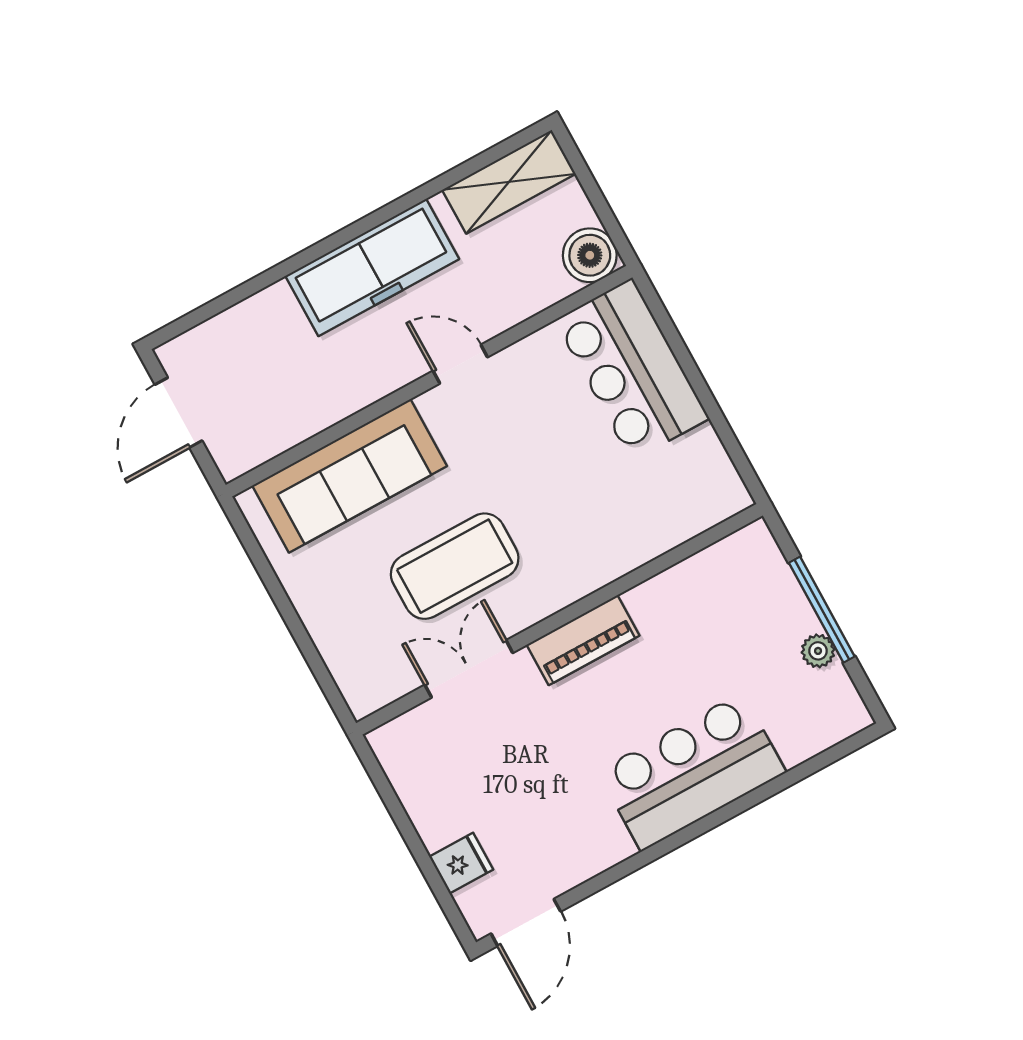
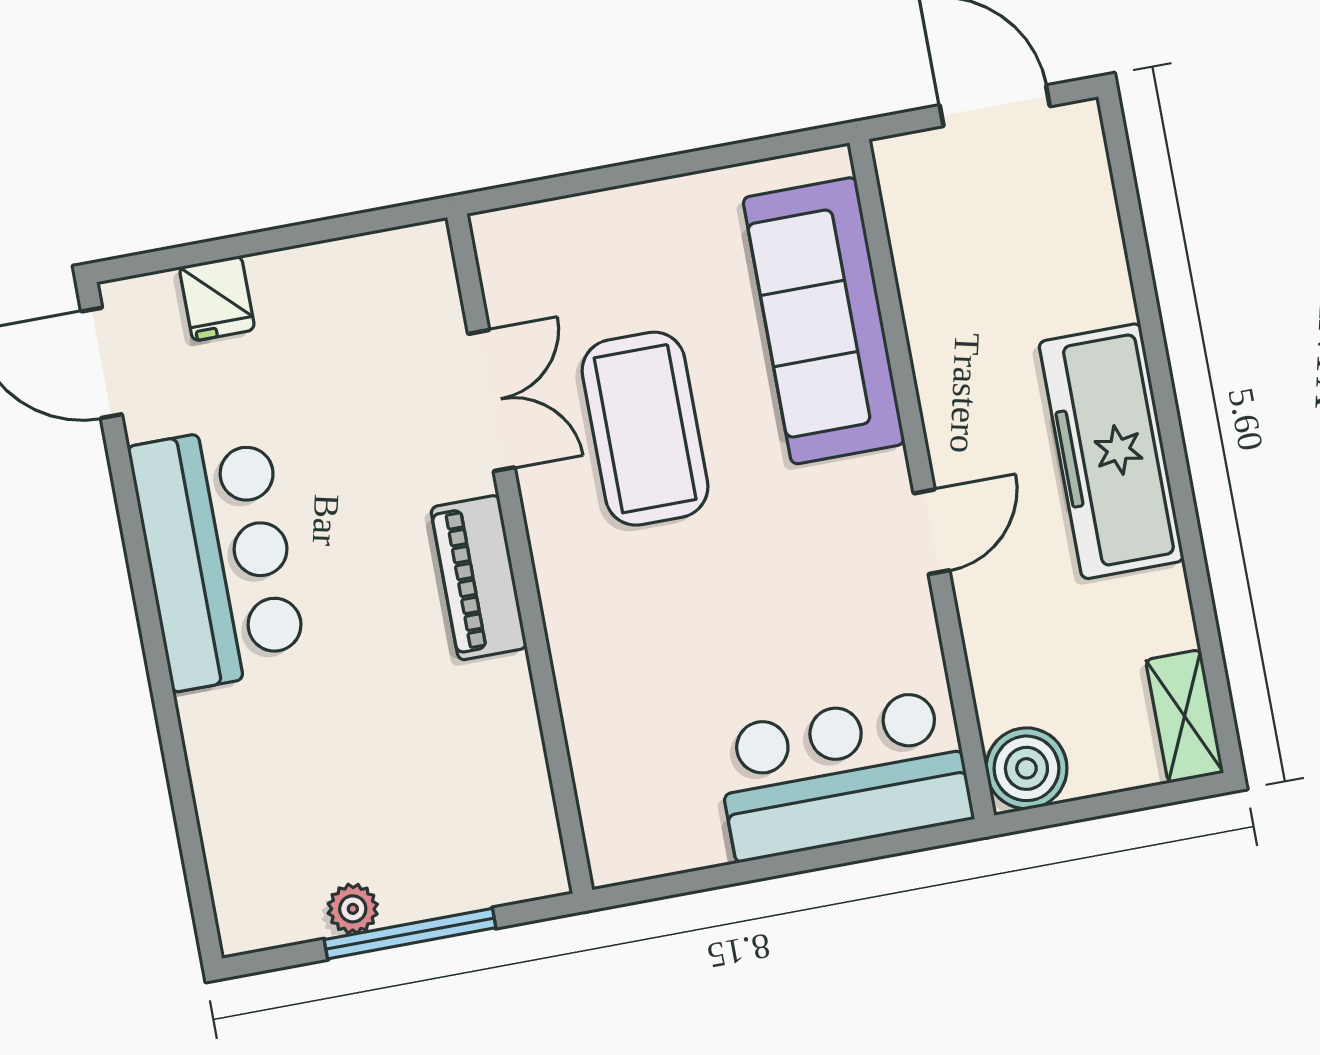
shelving: (509, 182) -> (1185, 716), width x0.67, depth x0.75
bar counter: (692, 772) -> (218, 557), moved

